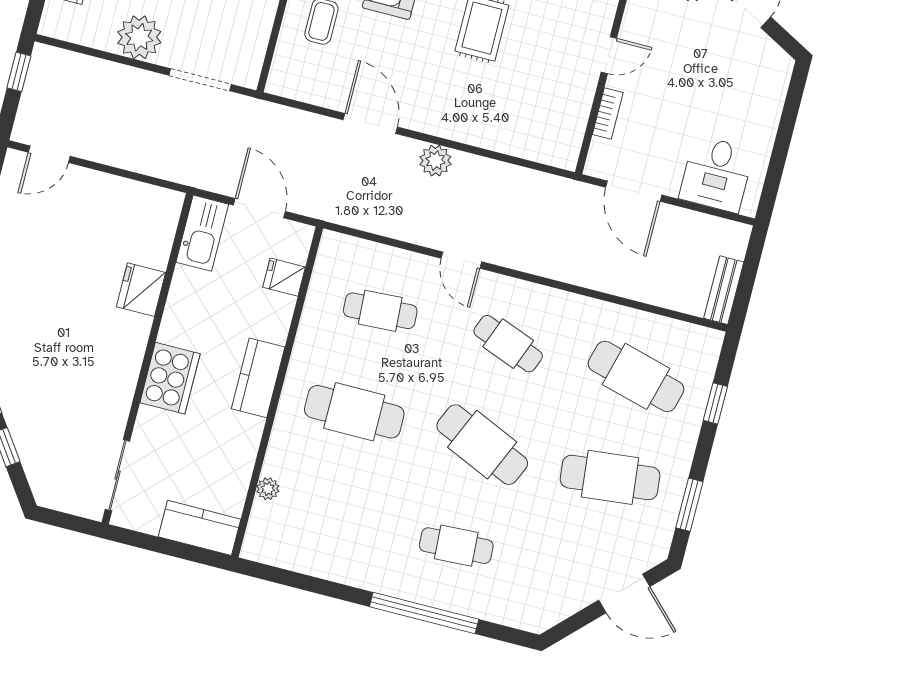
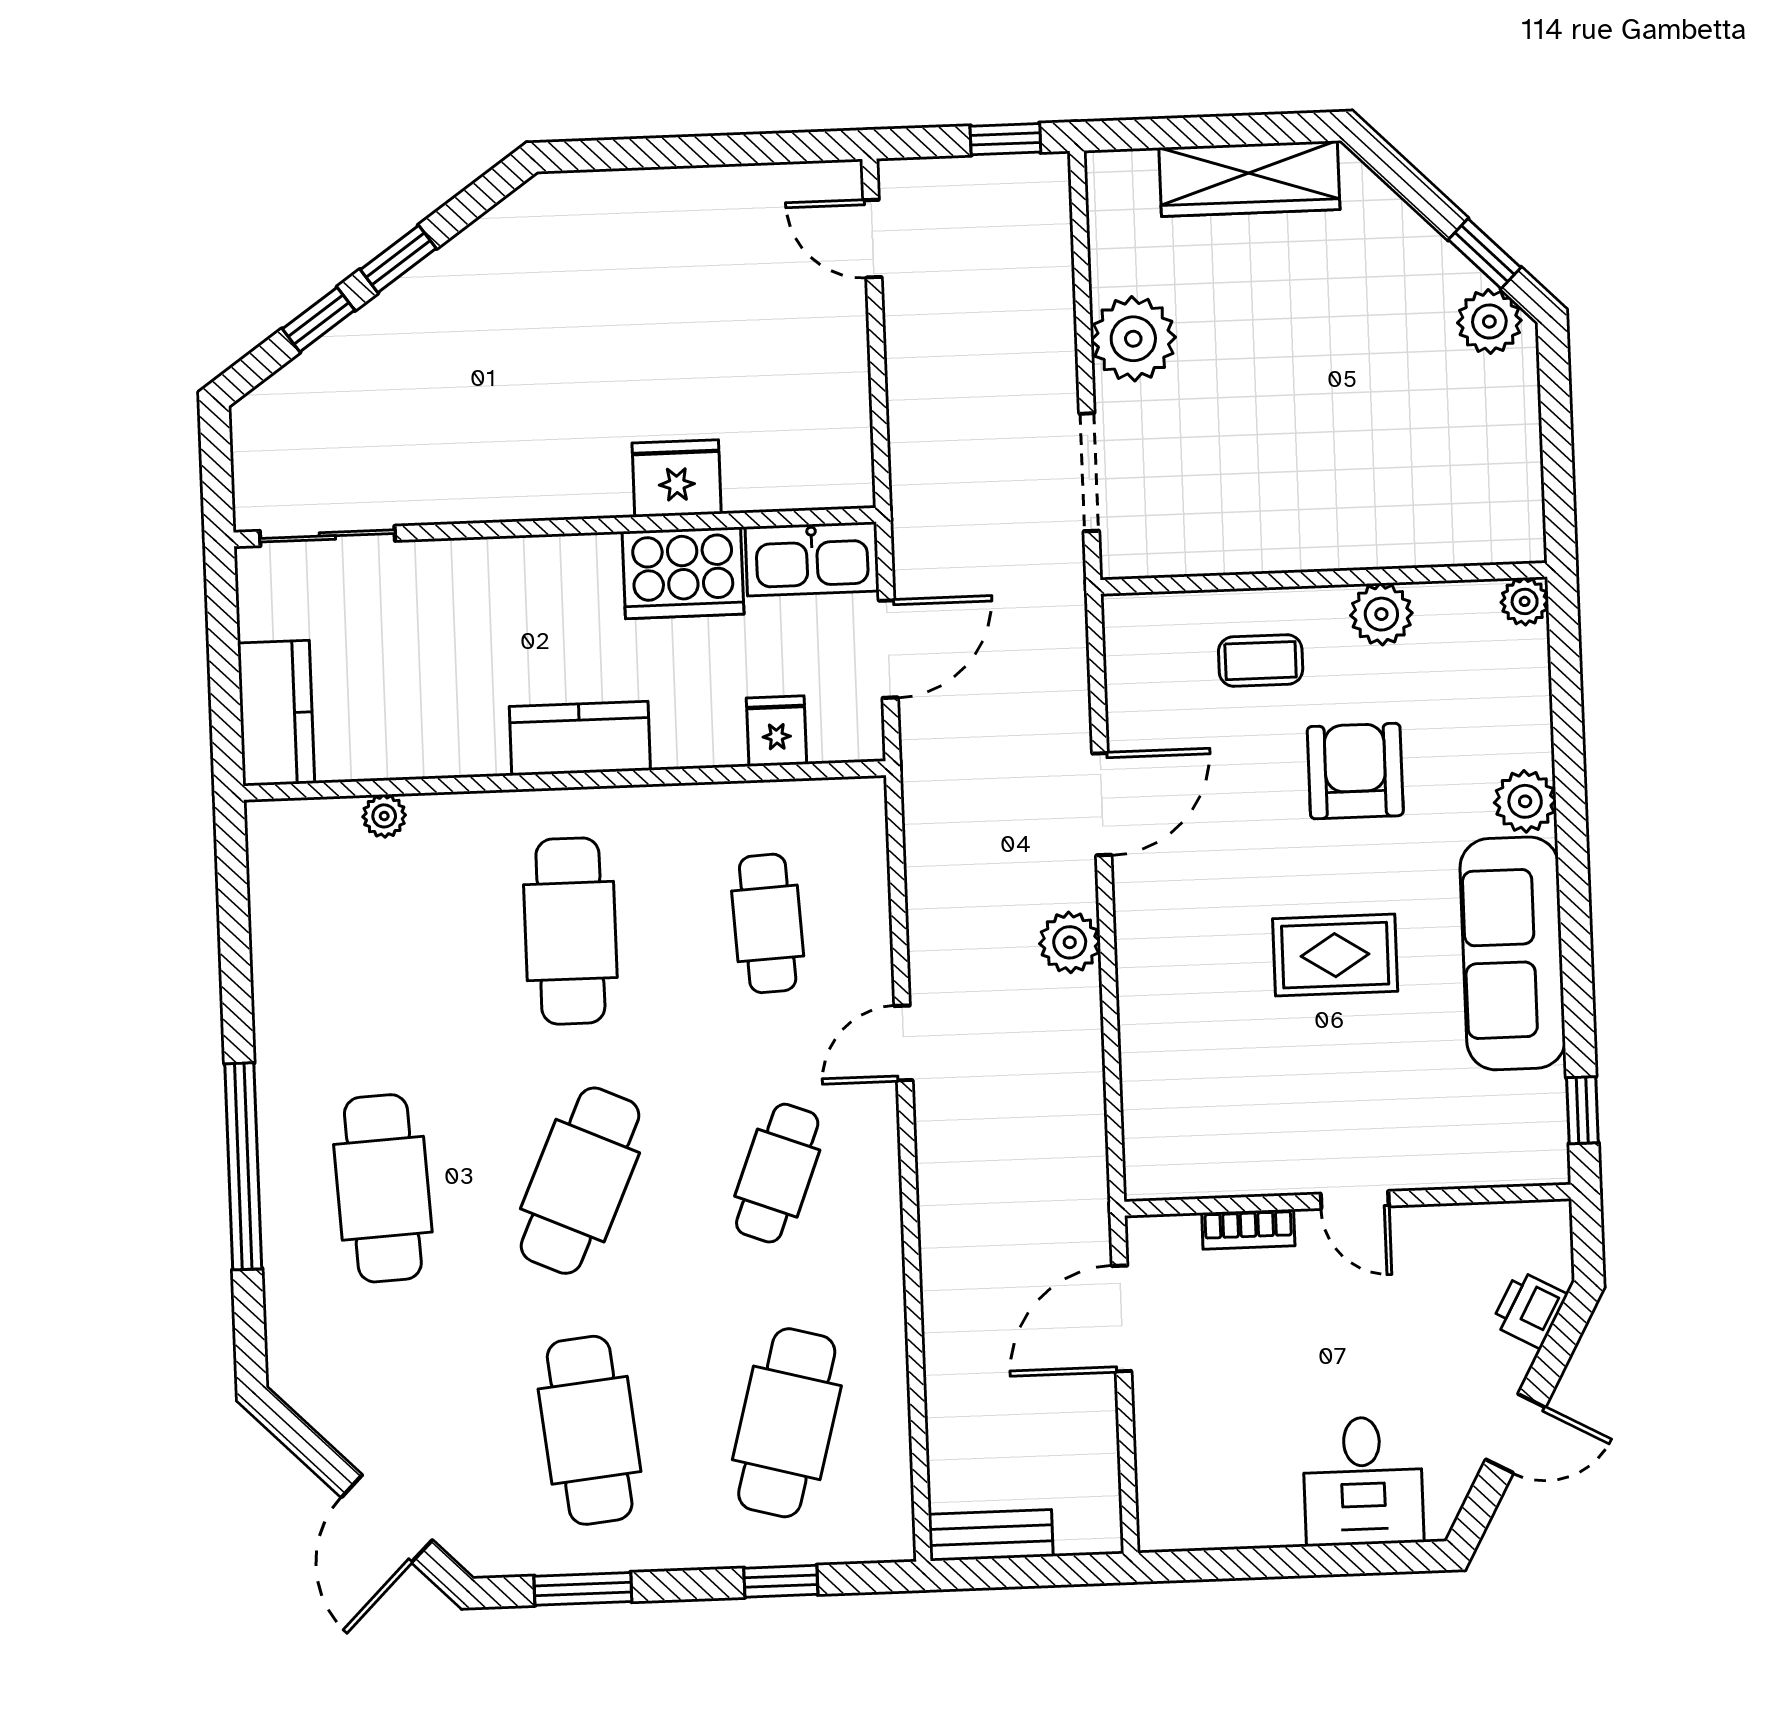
desk: (716, 174) -> (1363, 1481), moved, turned -90
cooker: (170, 378) -> (683, 573), moved
cafe table: (456, 546) -> (383, 1188), width x1.37, depth x1.35

